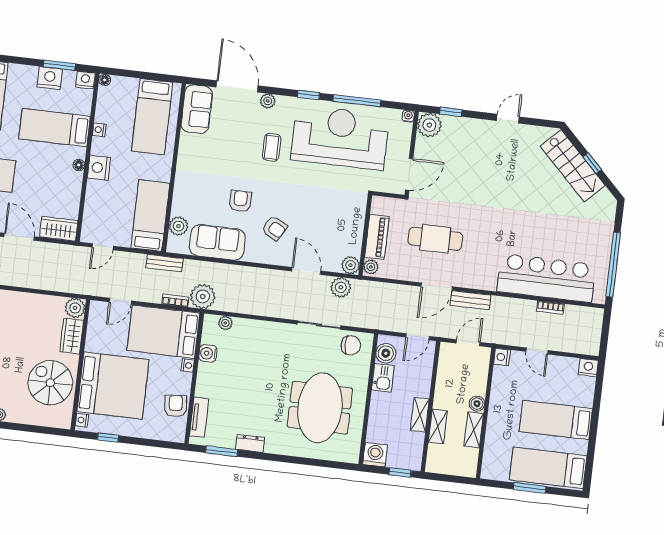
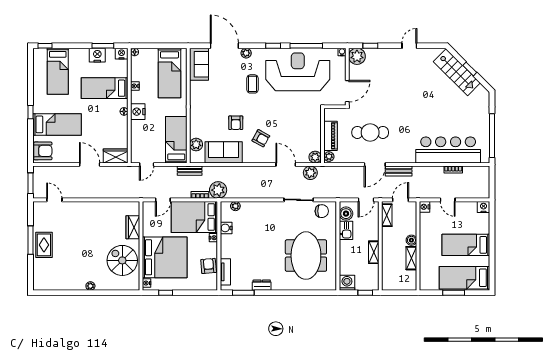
armchair: (240, 201) -> (236, 123), turned 180
plant: (75, 308) -> (133, 208), removed
shelving: (438, 427) -> (387, 215), moved

